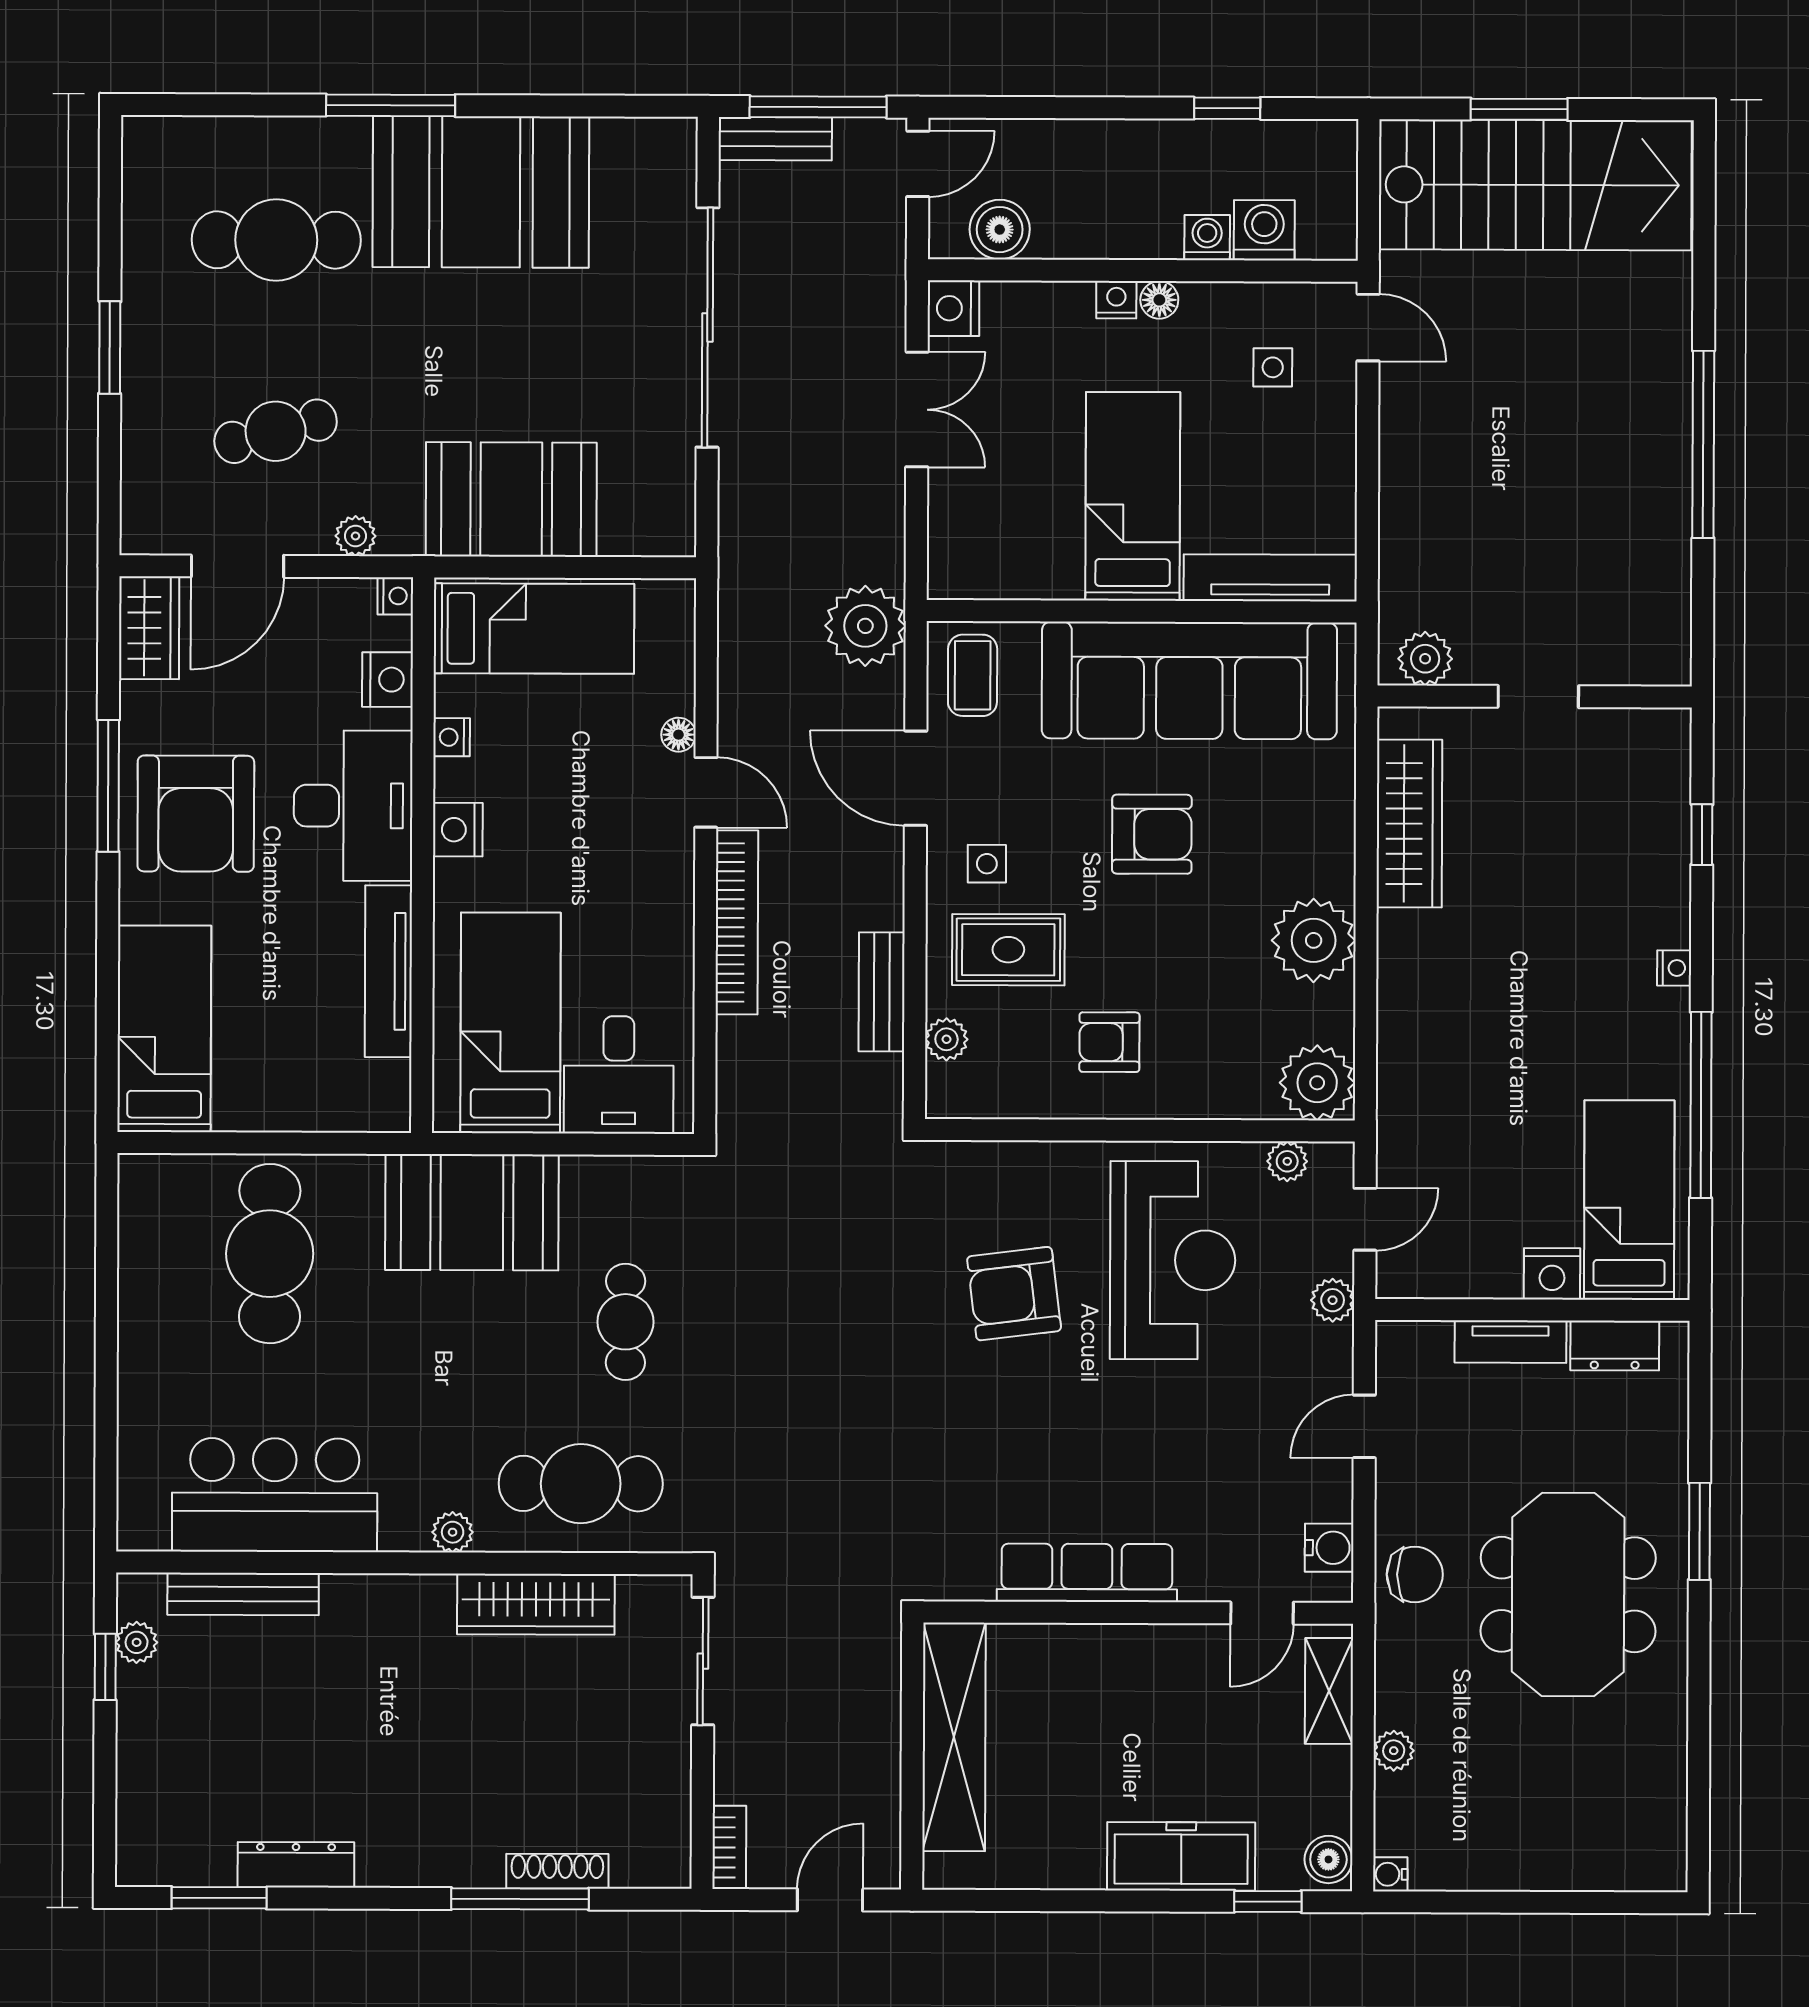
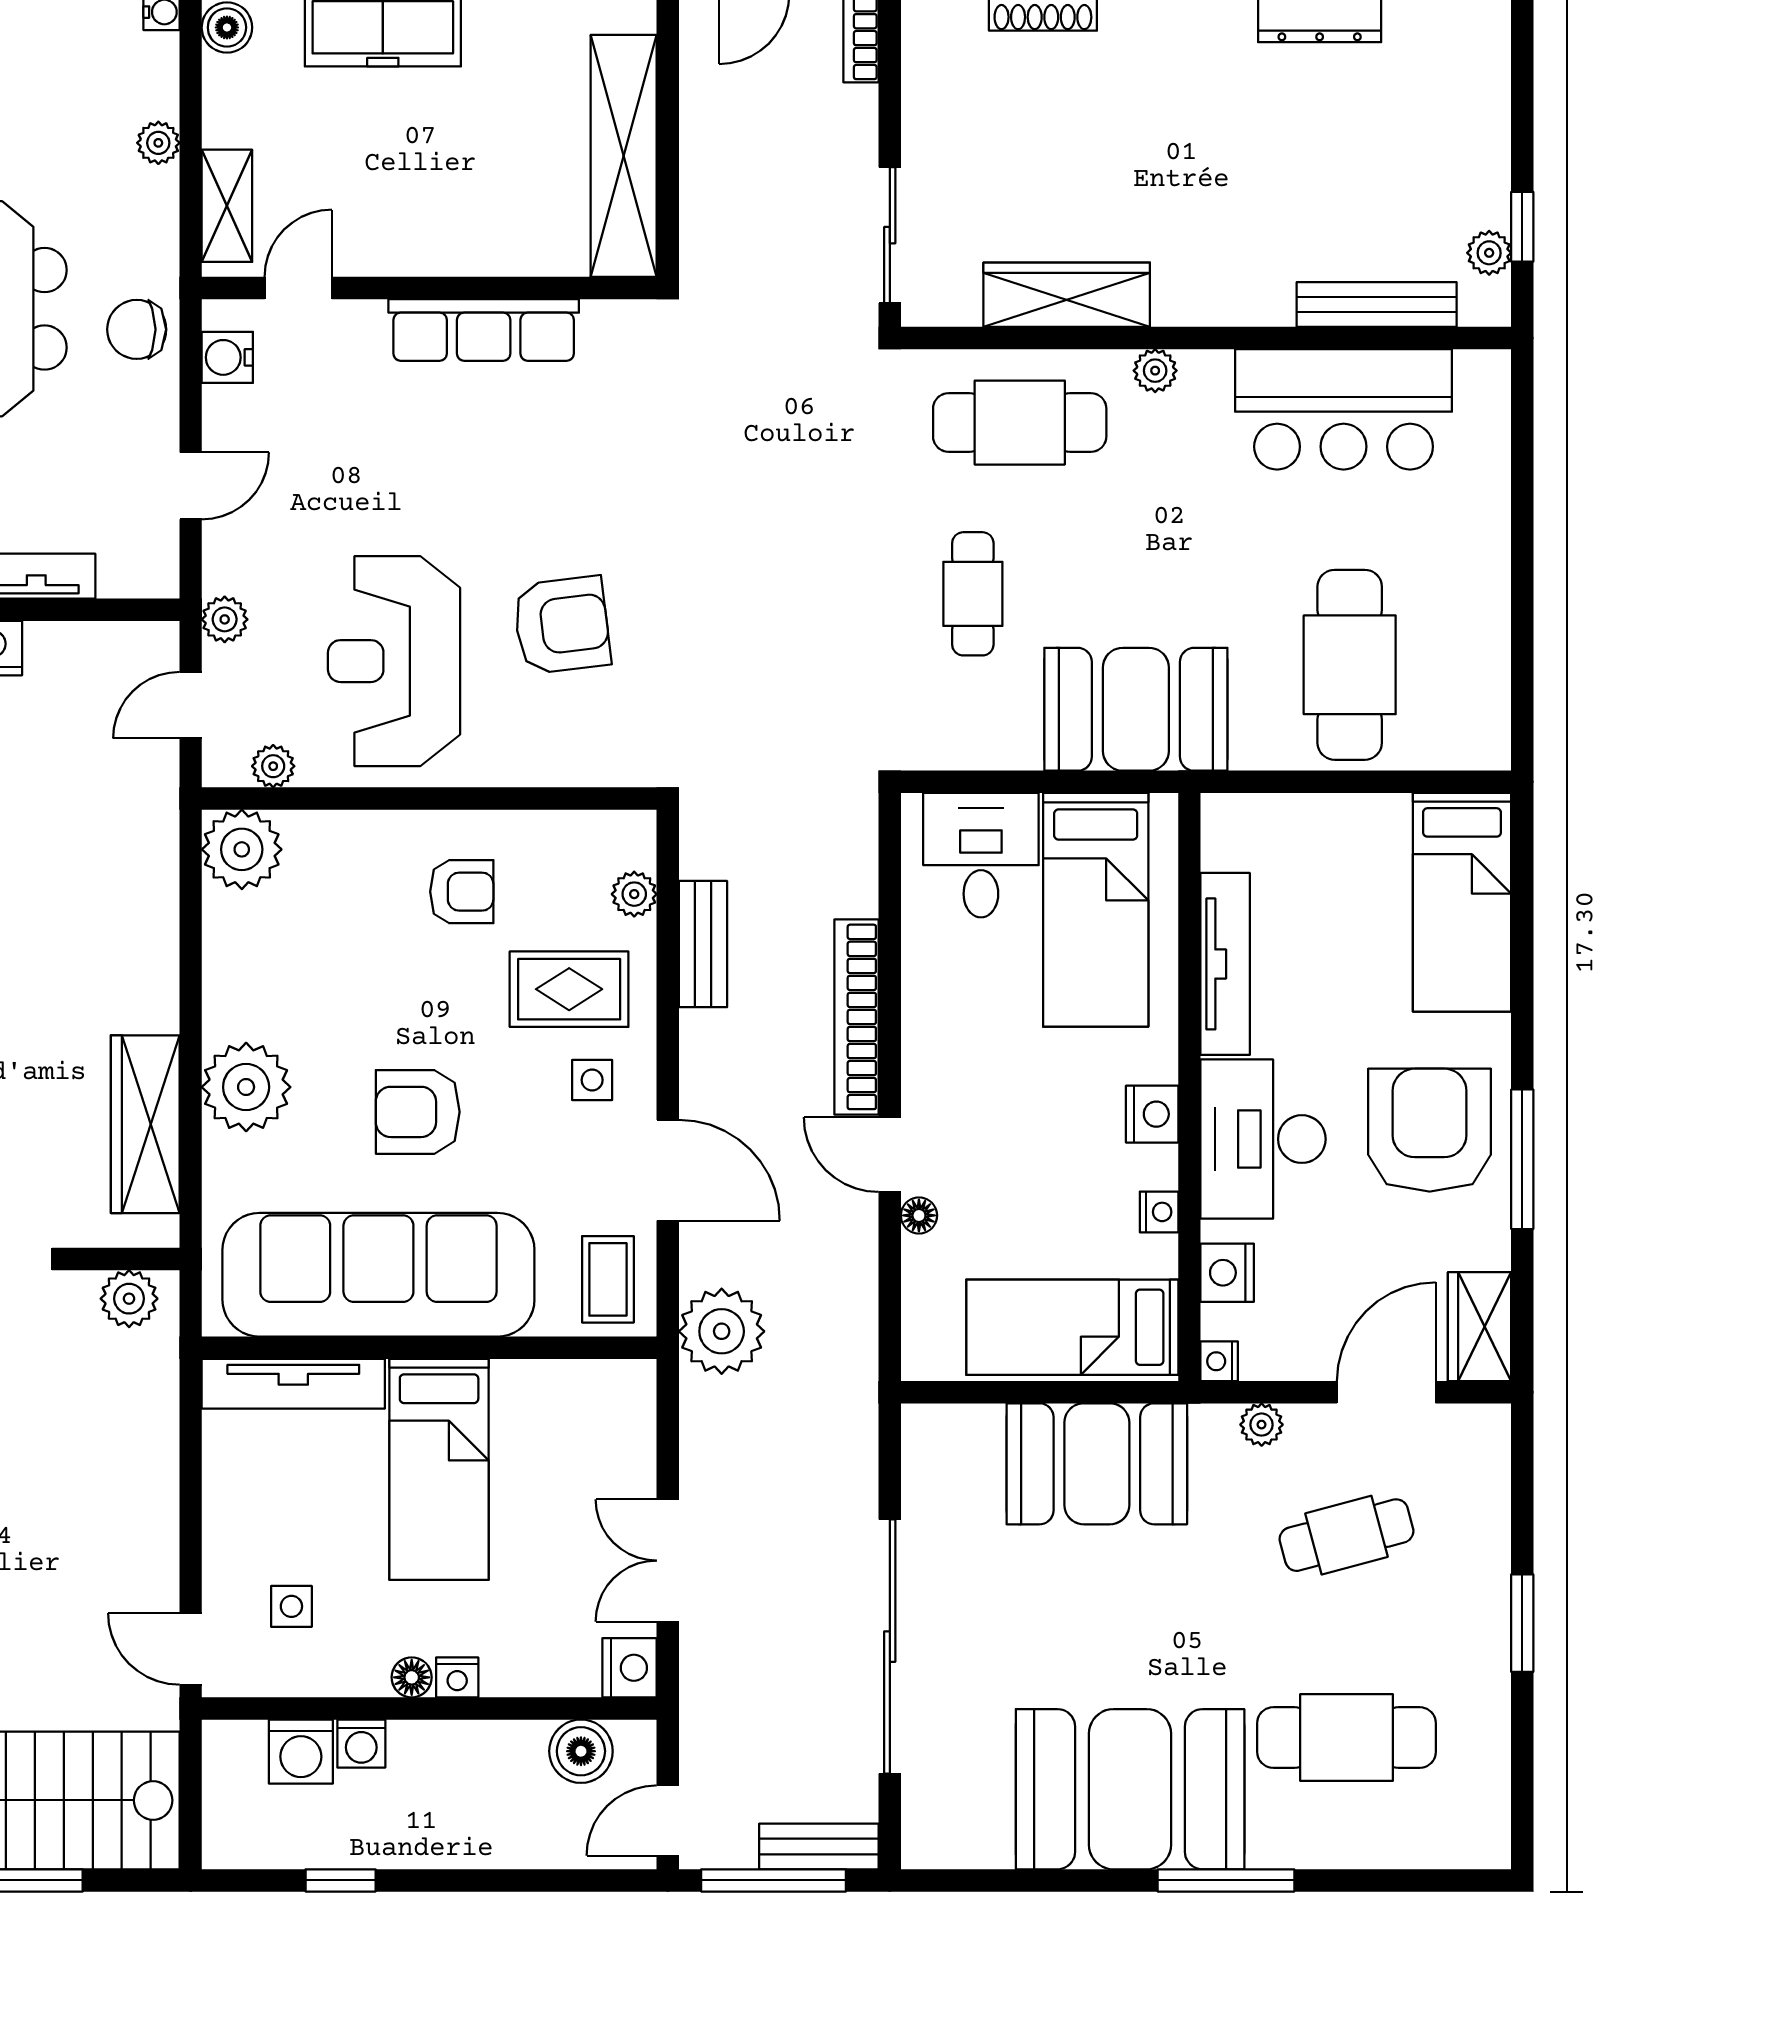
plant: (1314, 940) -> (246, 1087), moved

